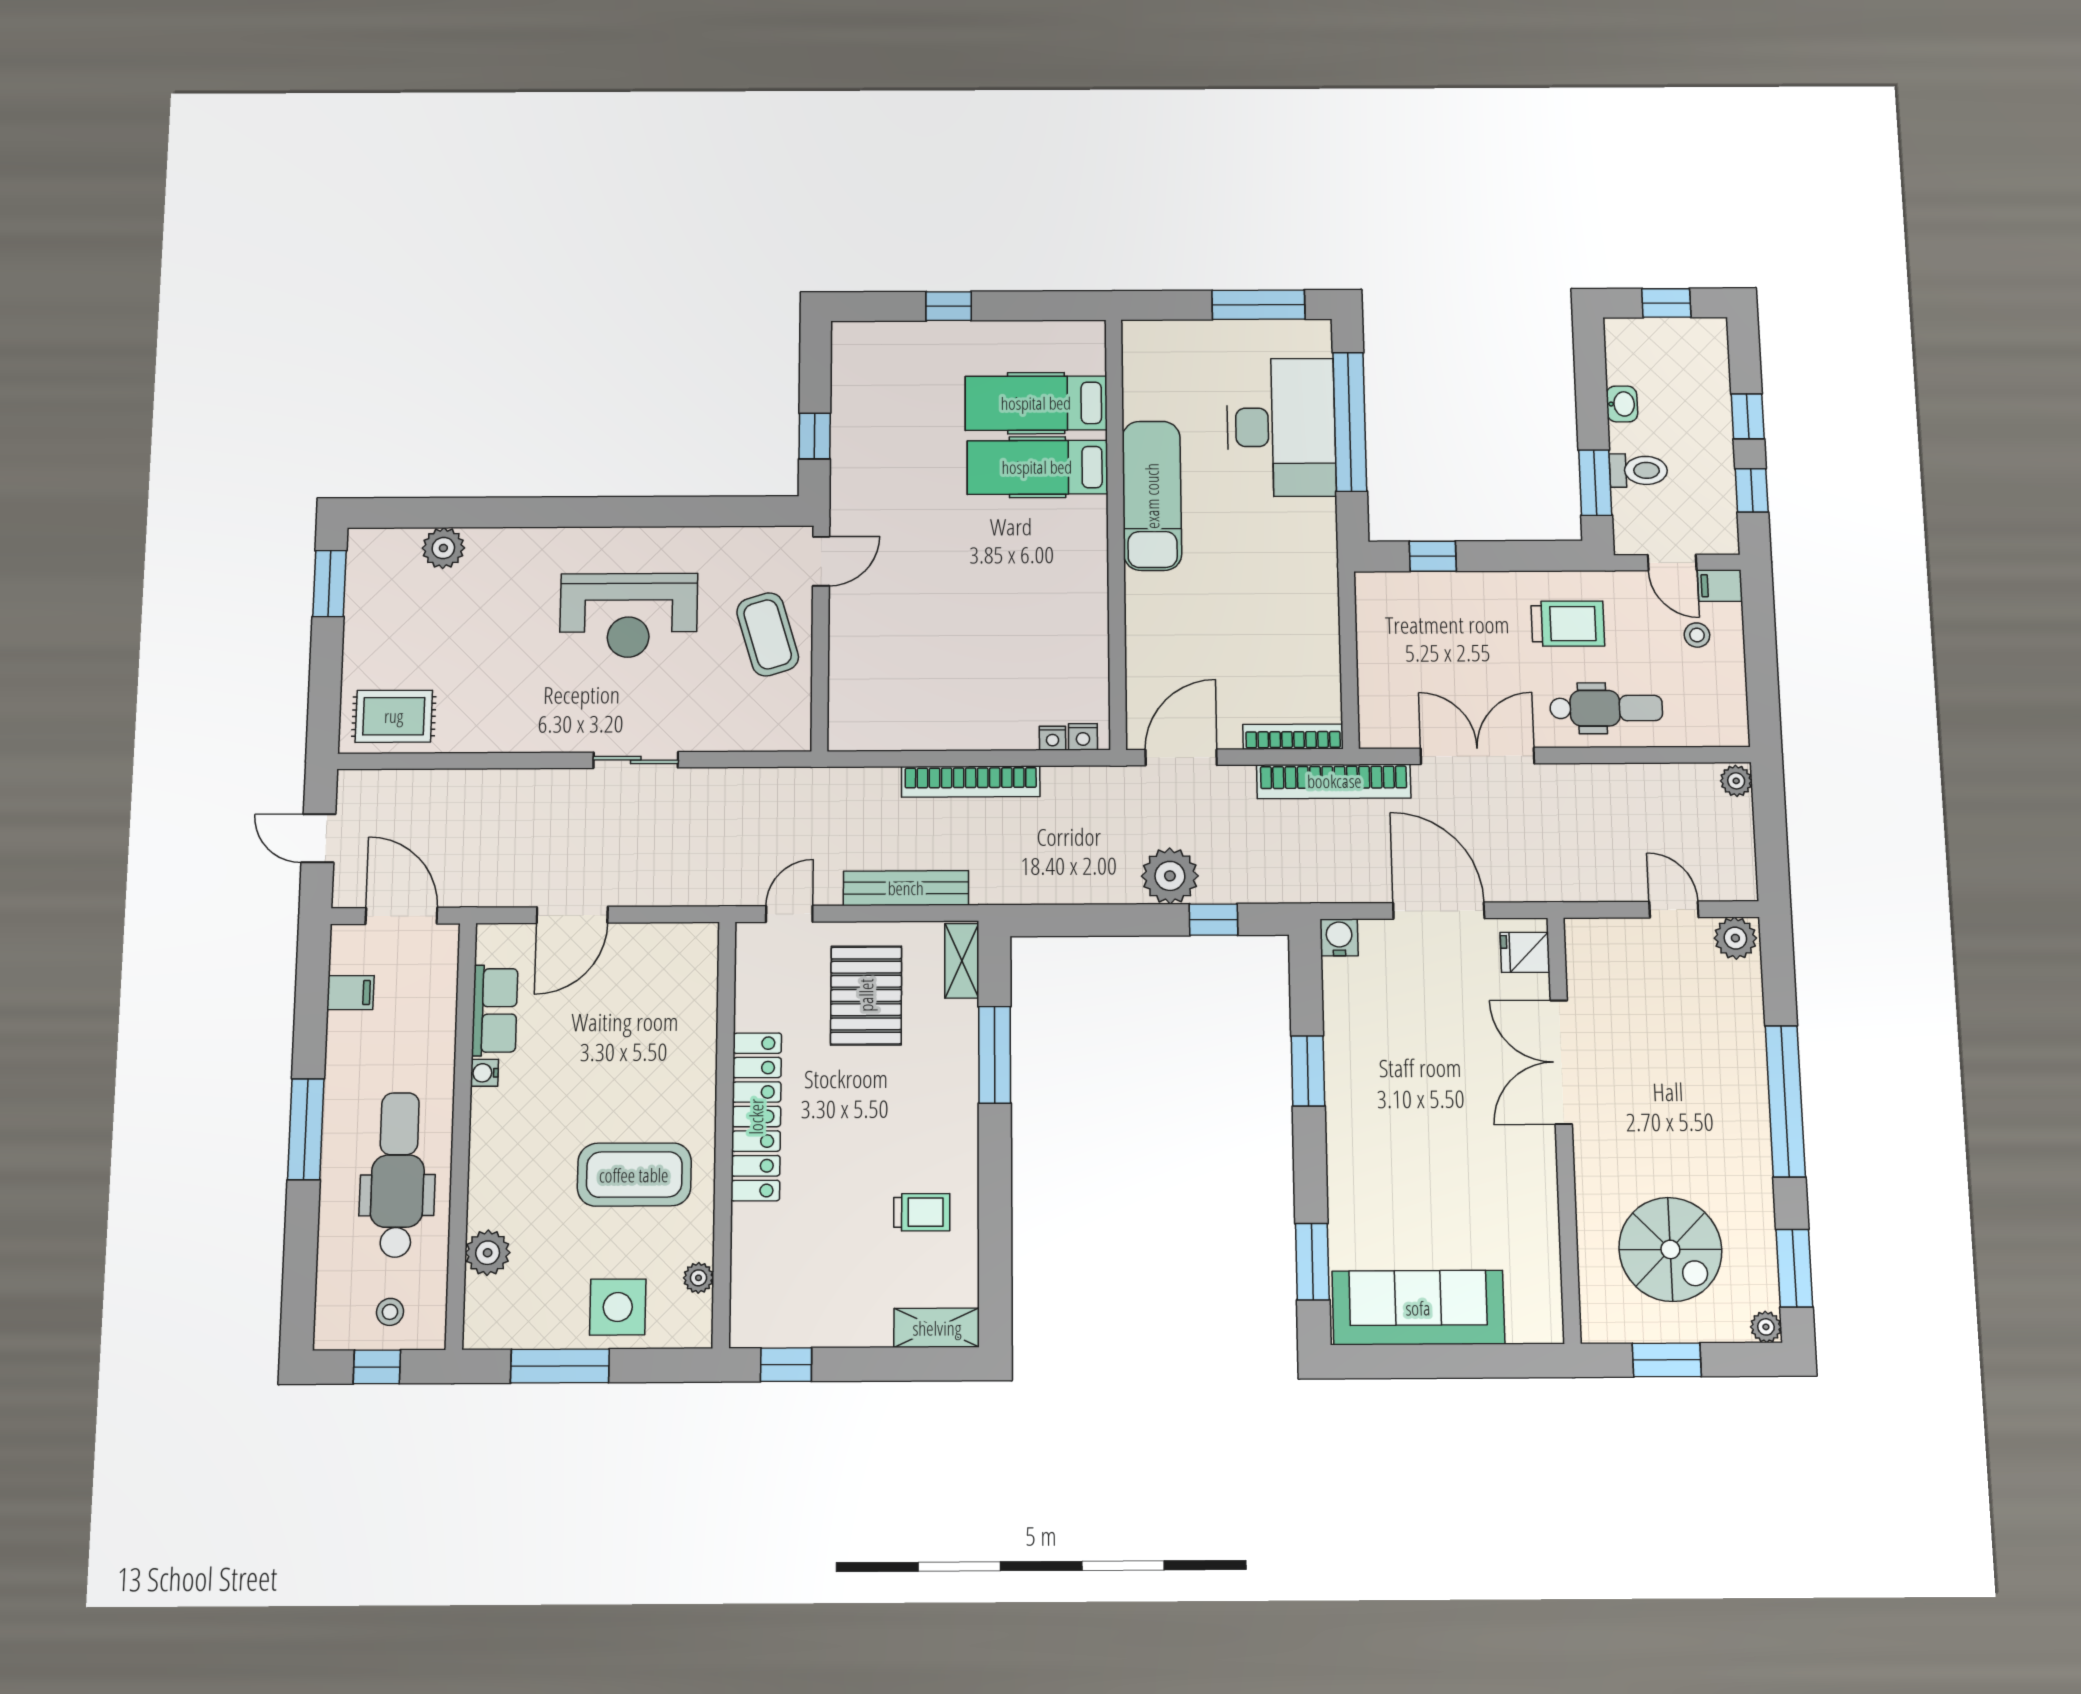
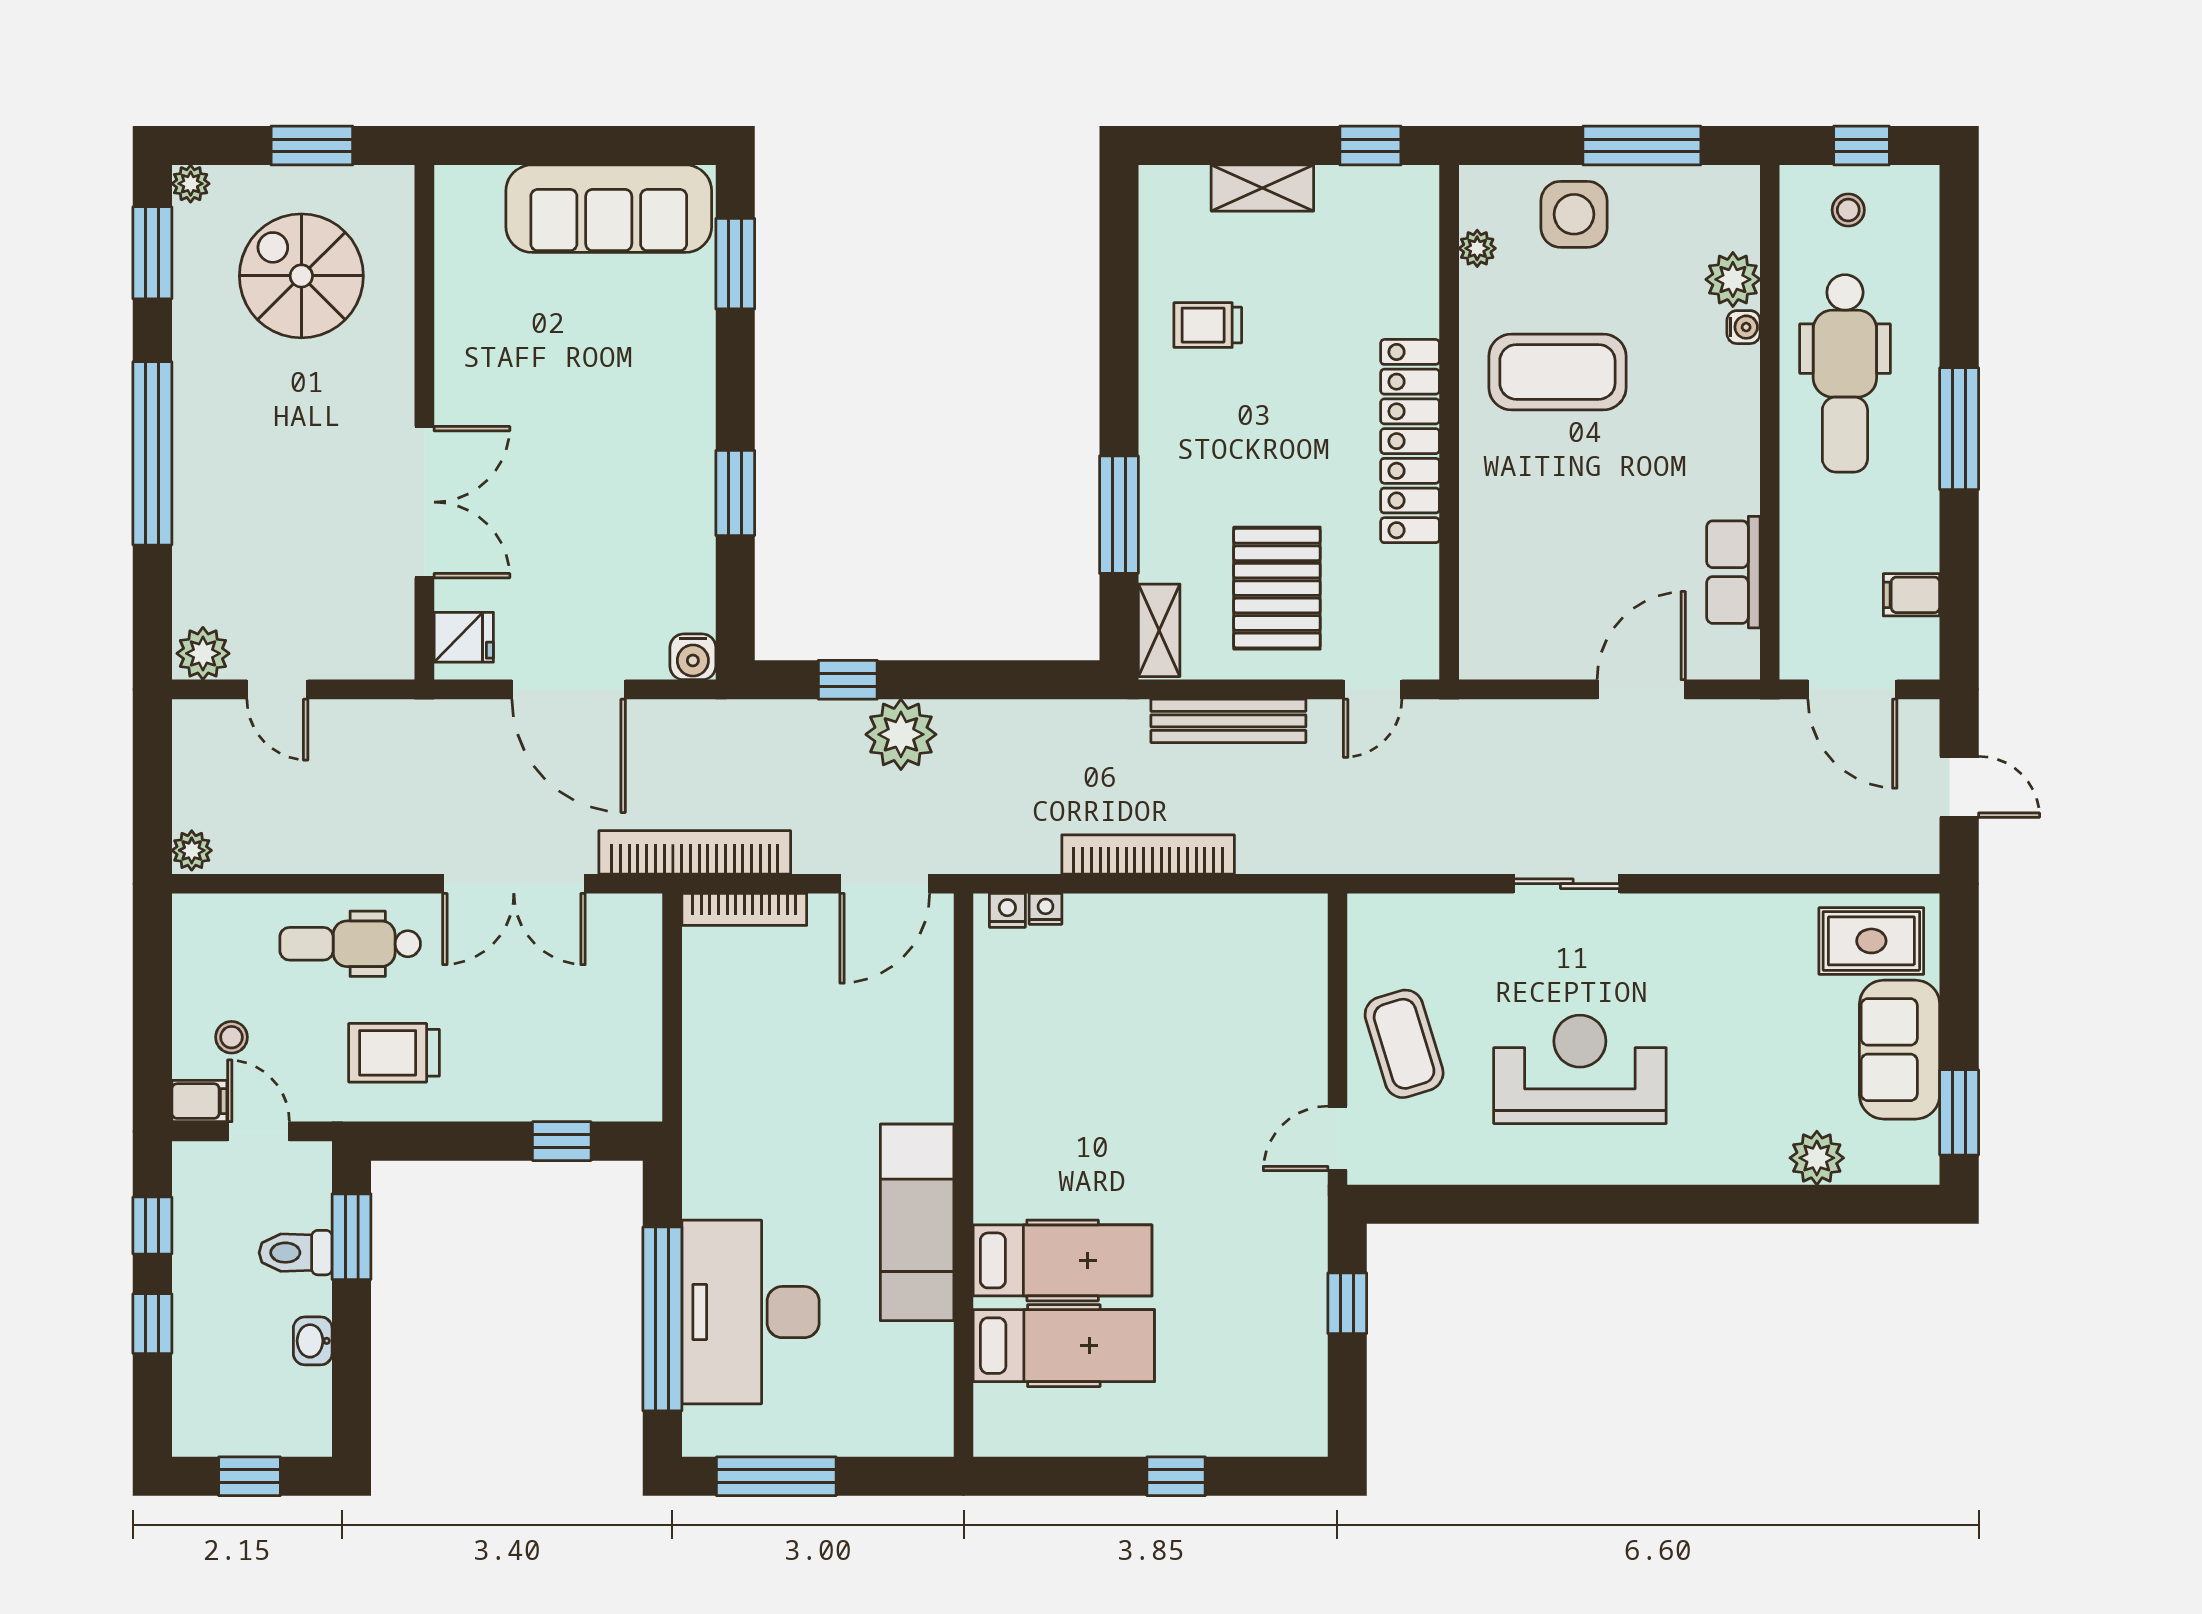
sofa: (375, 632) -> (1900, 1050), added
water cooler: (485, 1073) -> (1744, 327), moved
shelving: (937, 1328) -> (1262, 188), moved

